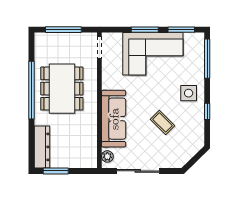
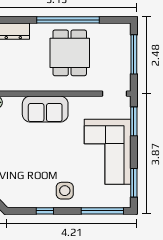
window: (145, 30) -> (134, 121), moved
dining table: (62, 89) -> (70, 53), width x0.73
sofa: (114, 119) -> (45, 109), width x0.73
coffee table: (162, 122) -> (33, 162), removed

